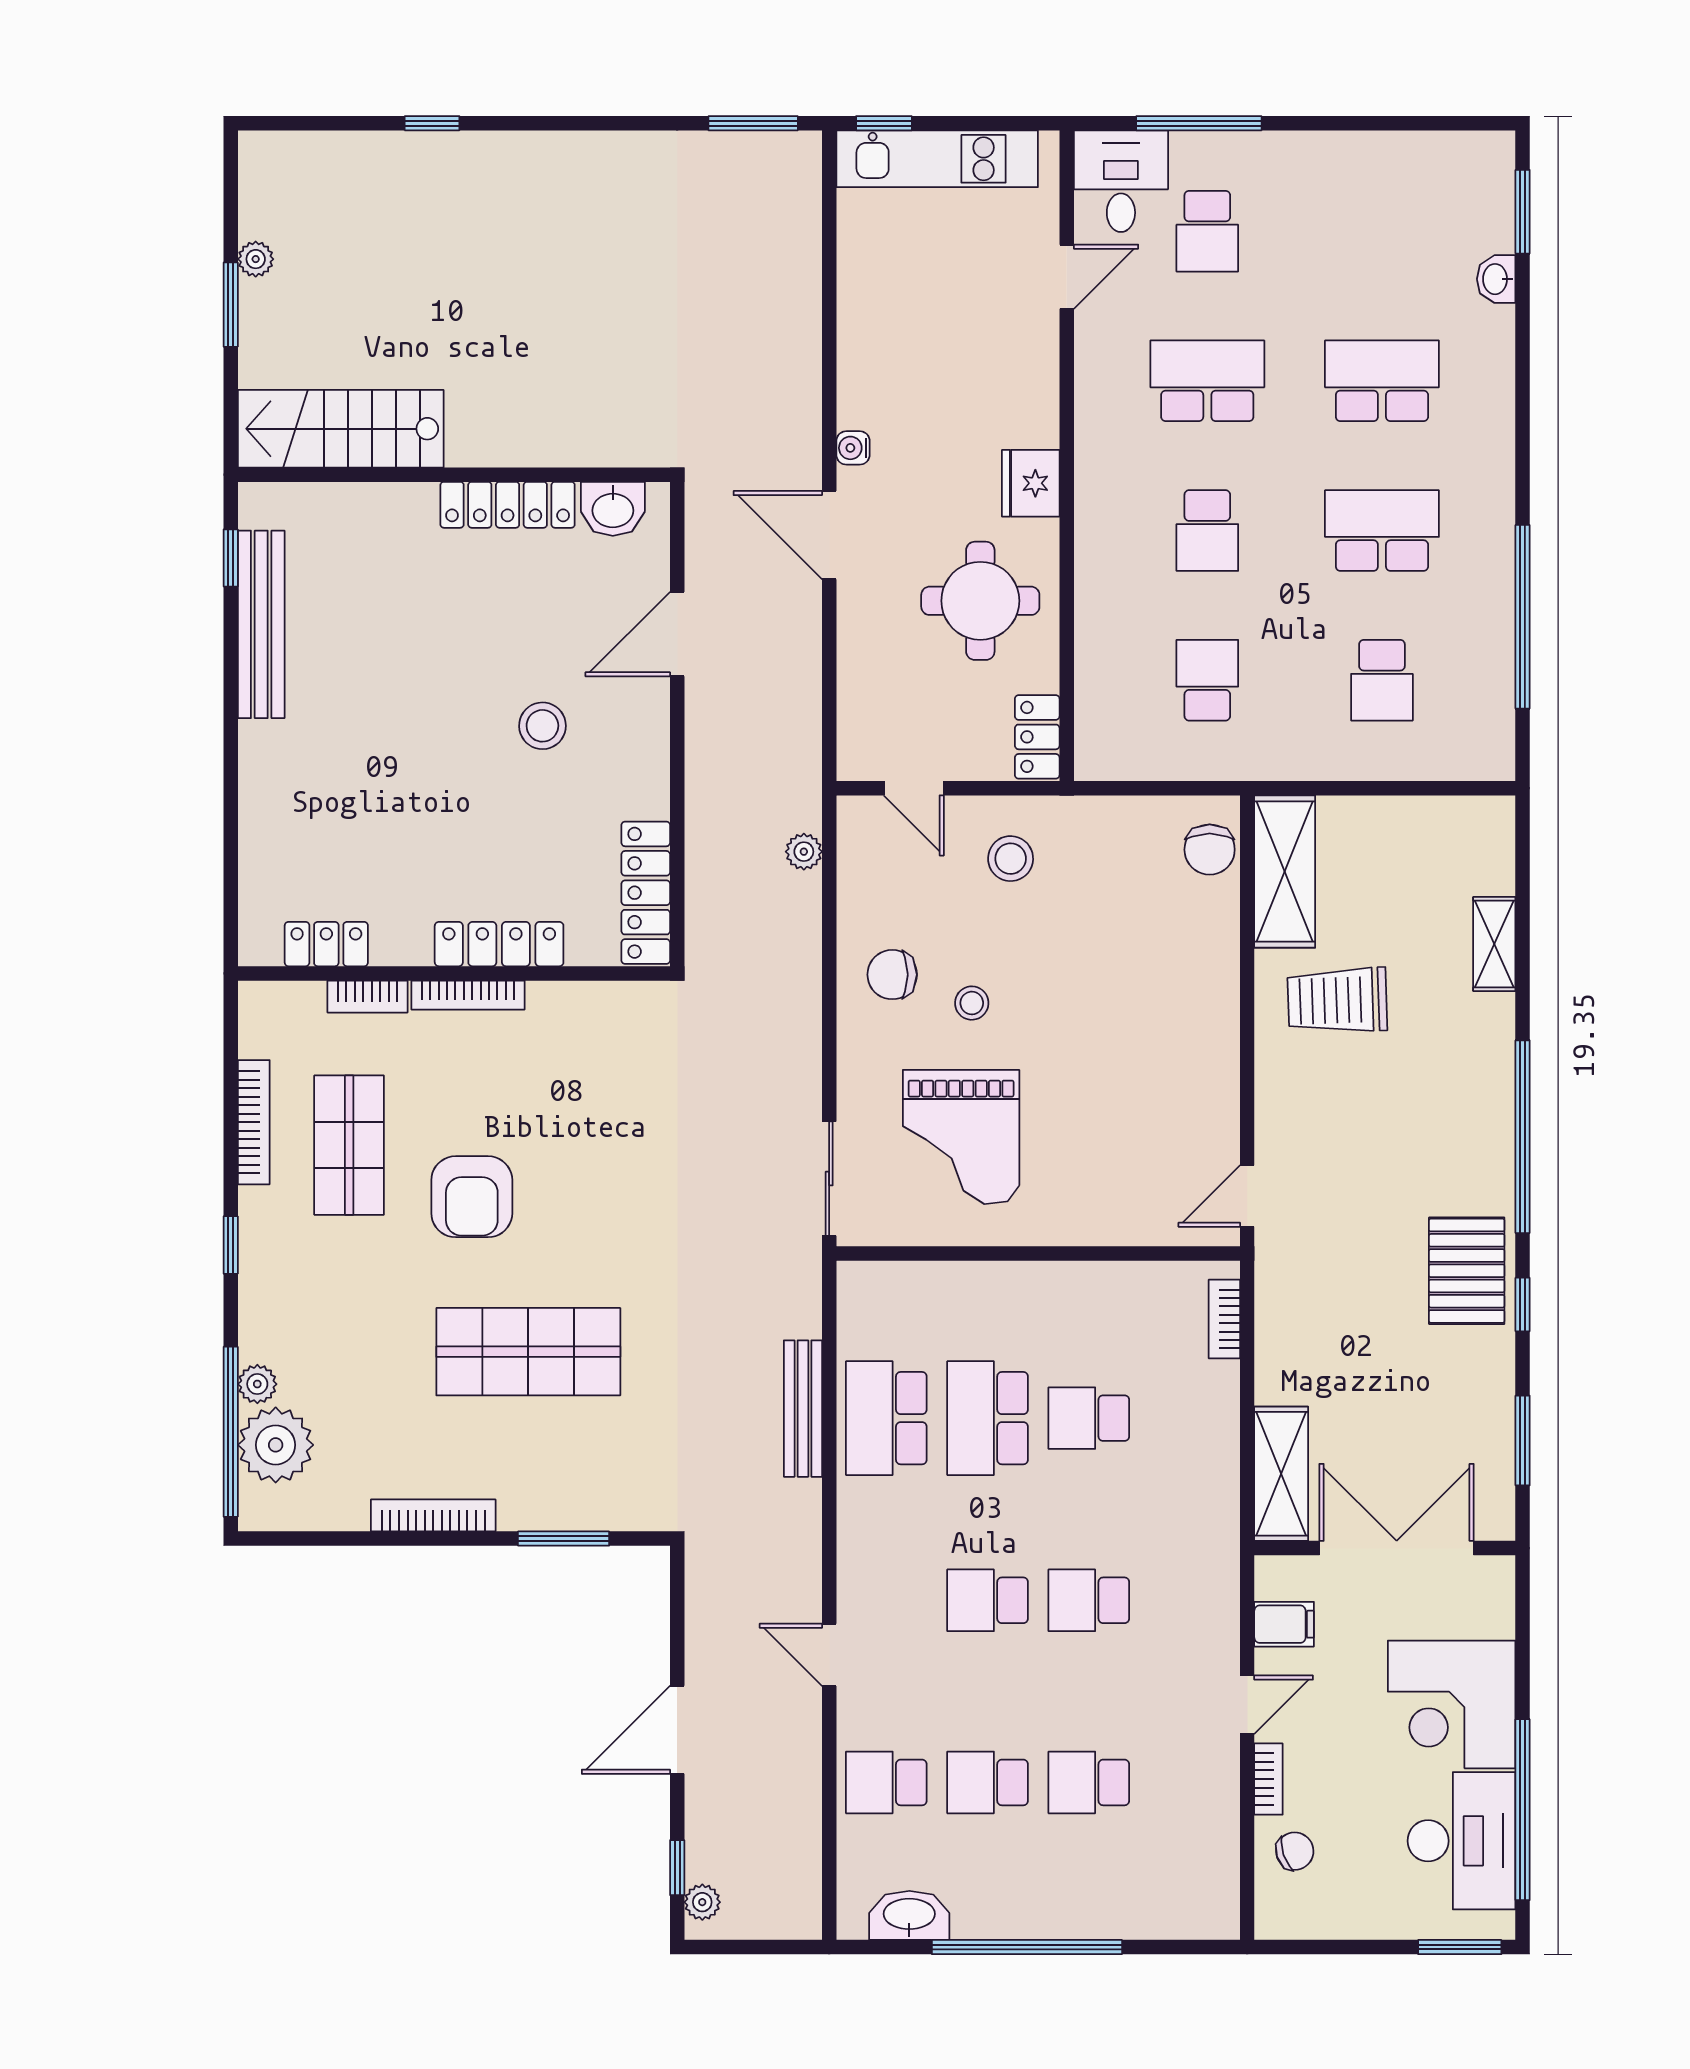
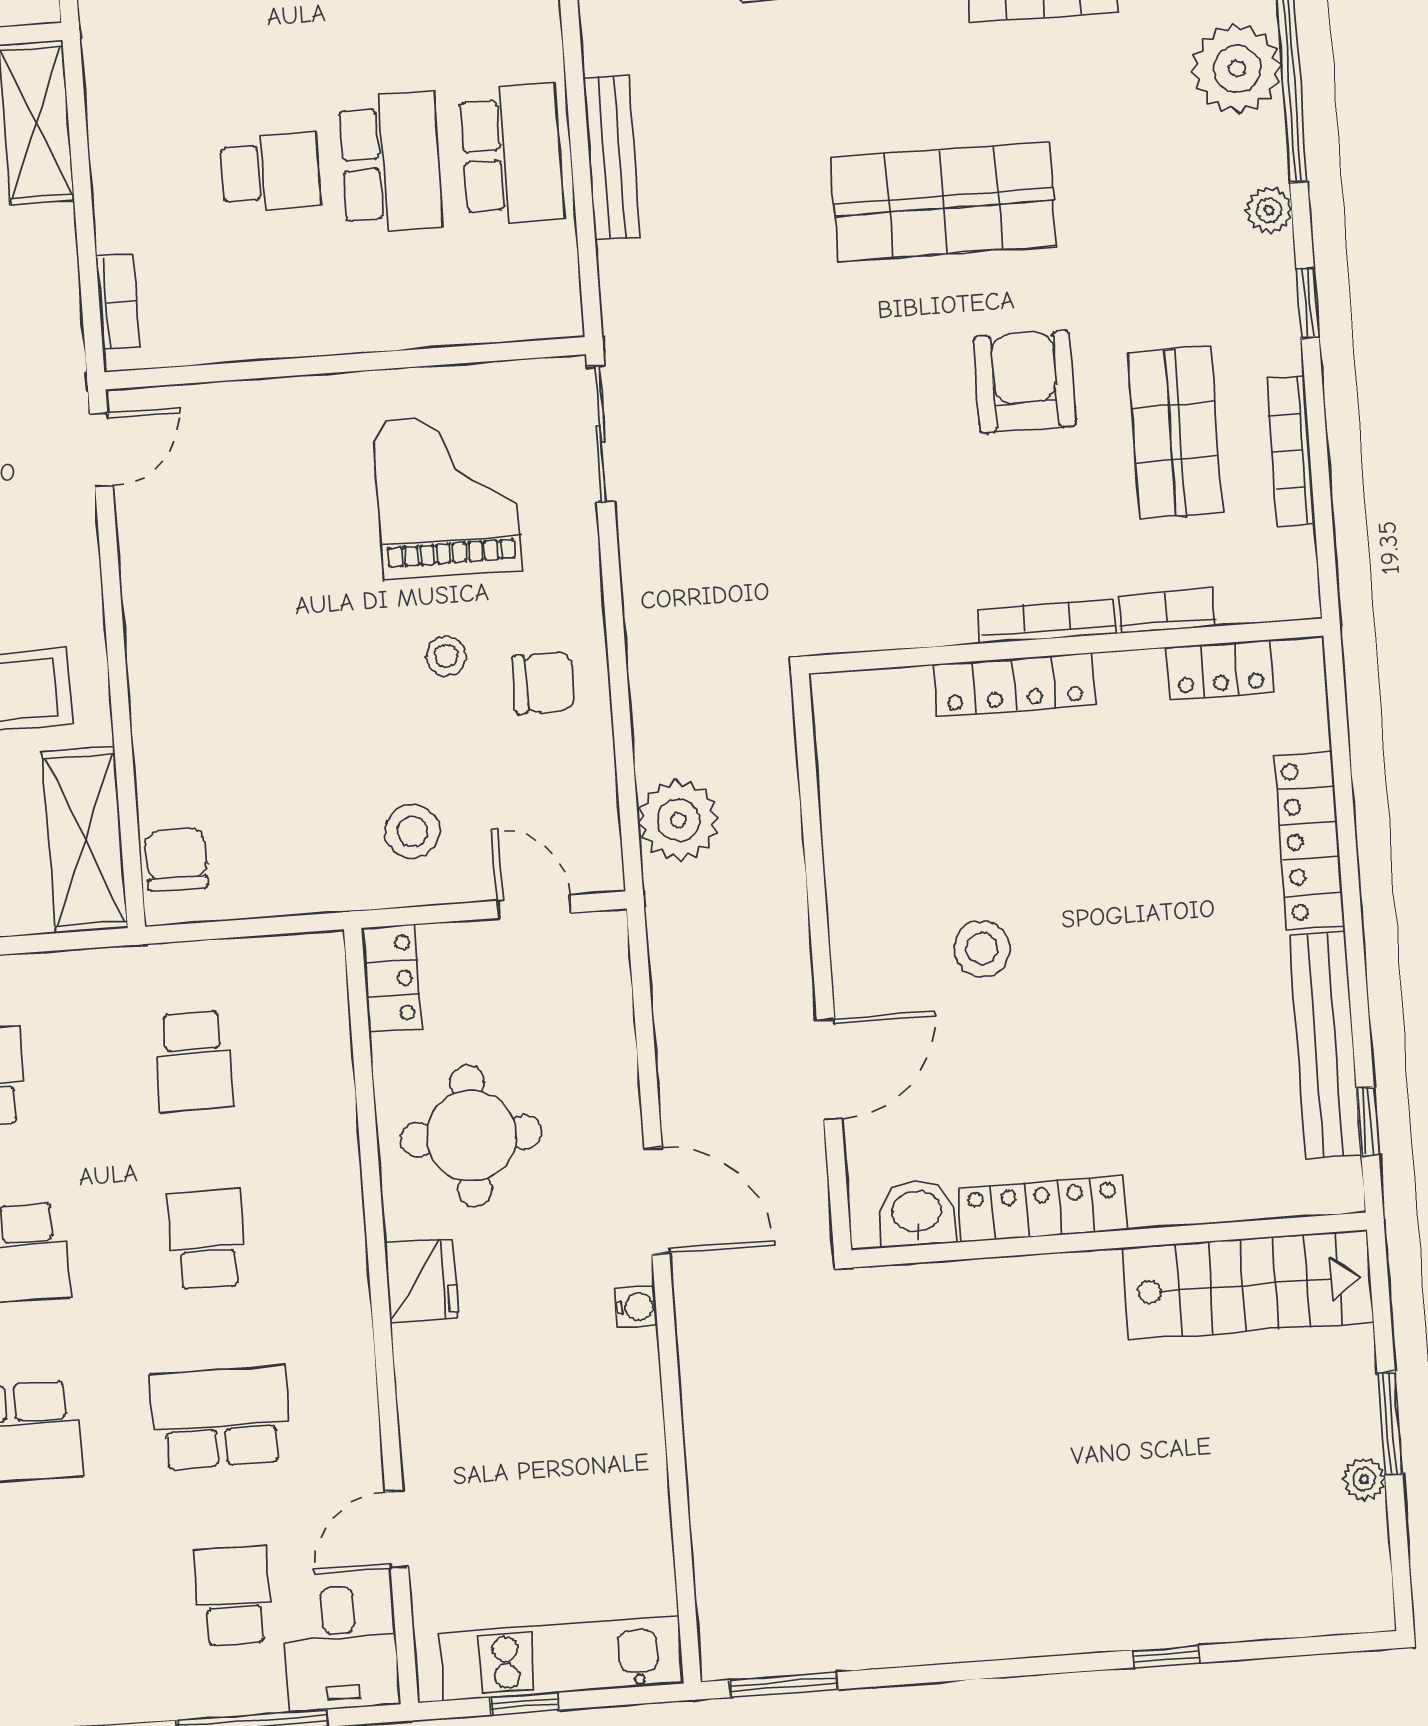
window: (884, 123) -> (524, 1704), moved
school desk: (1207, 381) -> (220, 1418), turned 180
plant: (804, 852) -> (678, 820), width x1.87, depth x1.87
locker: (646, 893) -> (1309, 841), moved, turned 180
plant: (257, 1384) -> (1269, 210), moved

